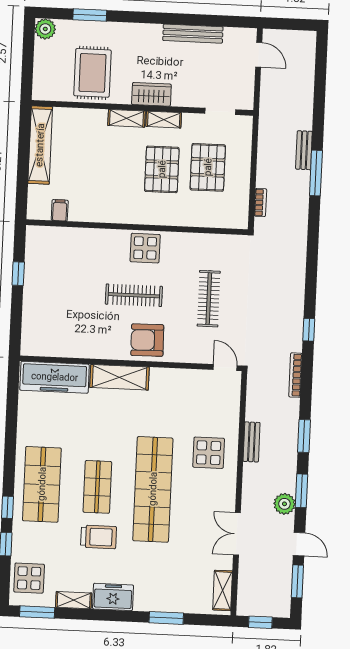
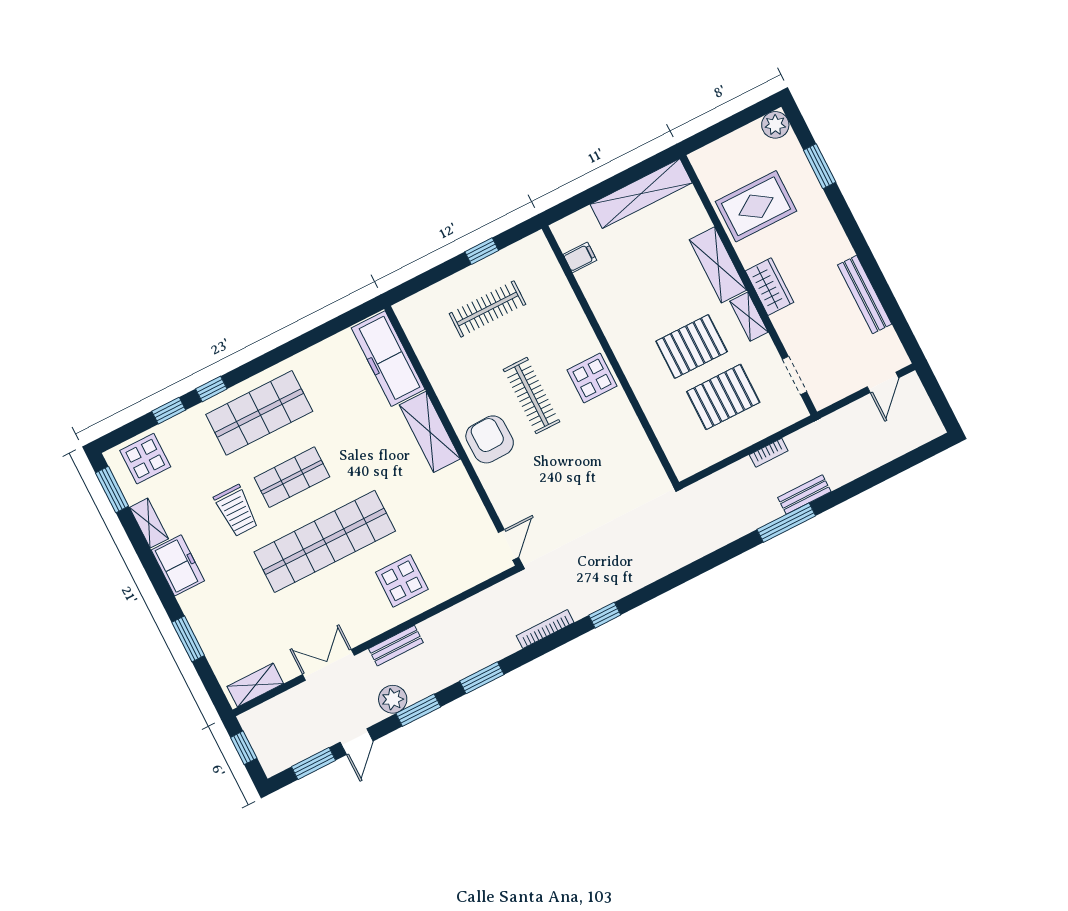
shelving: (127, 118) -> (718, 265), width x1.50, depth x1.33
bookcase: (260, 202) -> (769, 453), moved
clothes rail: (209, 299) -> (487, 309), moved
bench: (252, 442) -> (396, 646), moved

